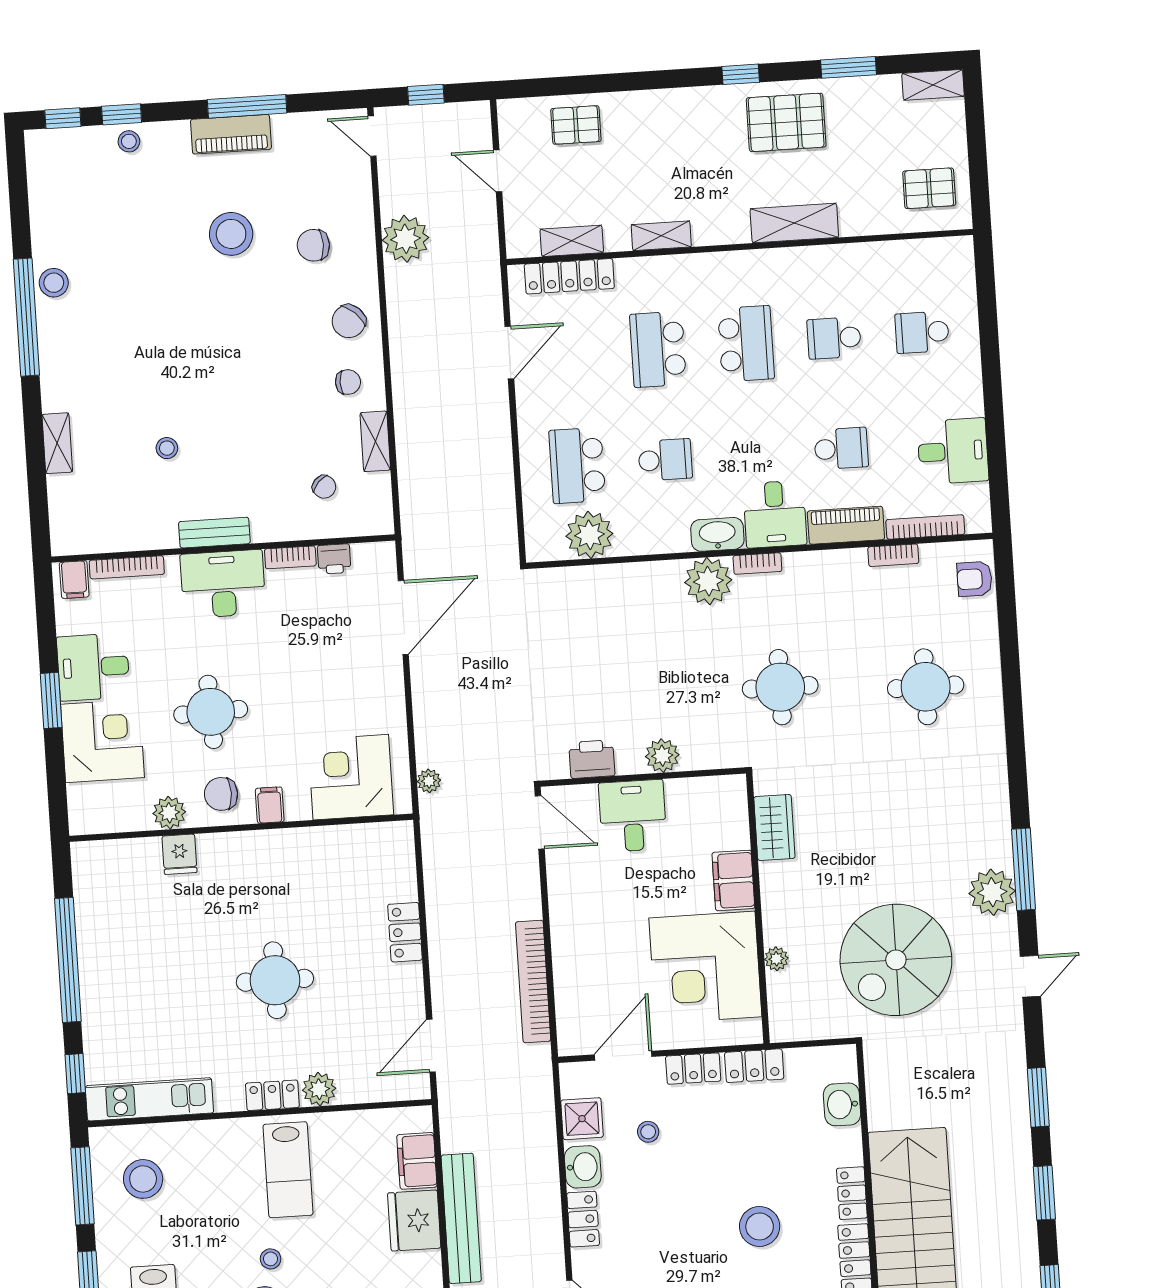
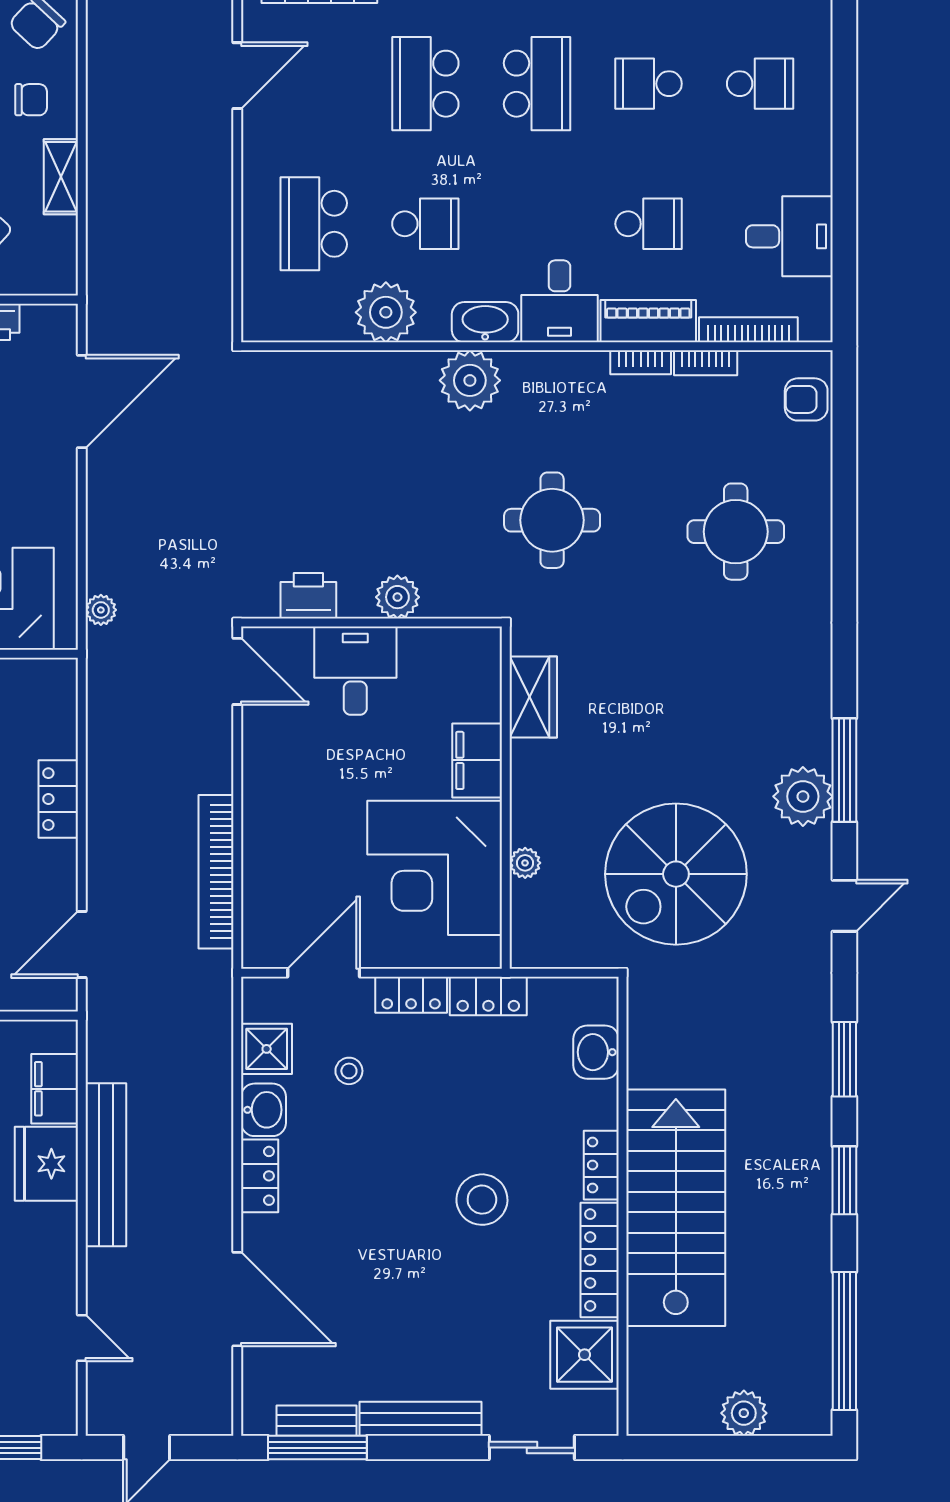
school desk: (922, 332) -> (760, 84), turned 180
plant: (589, 535) -> (386, 312), moved
bookcase: (757, 564) -> (641, 362), moved

